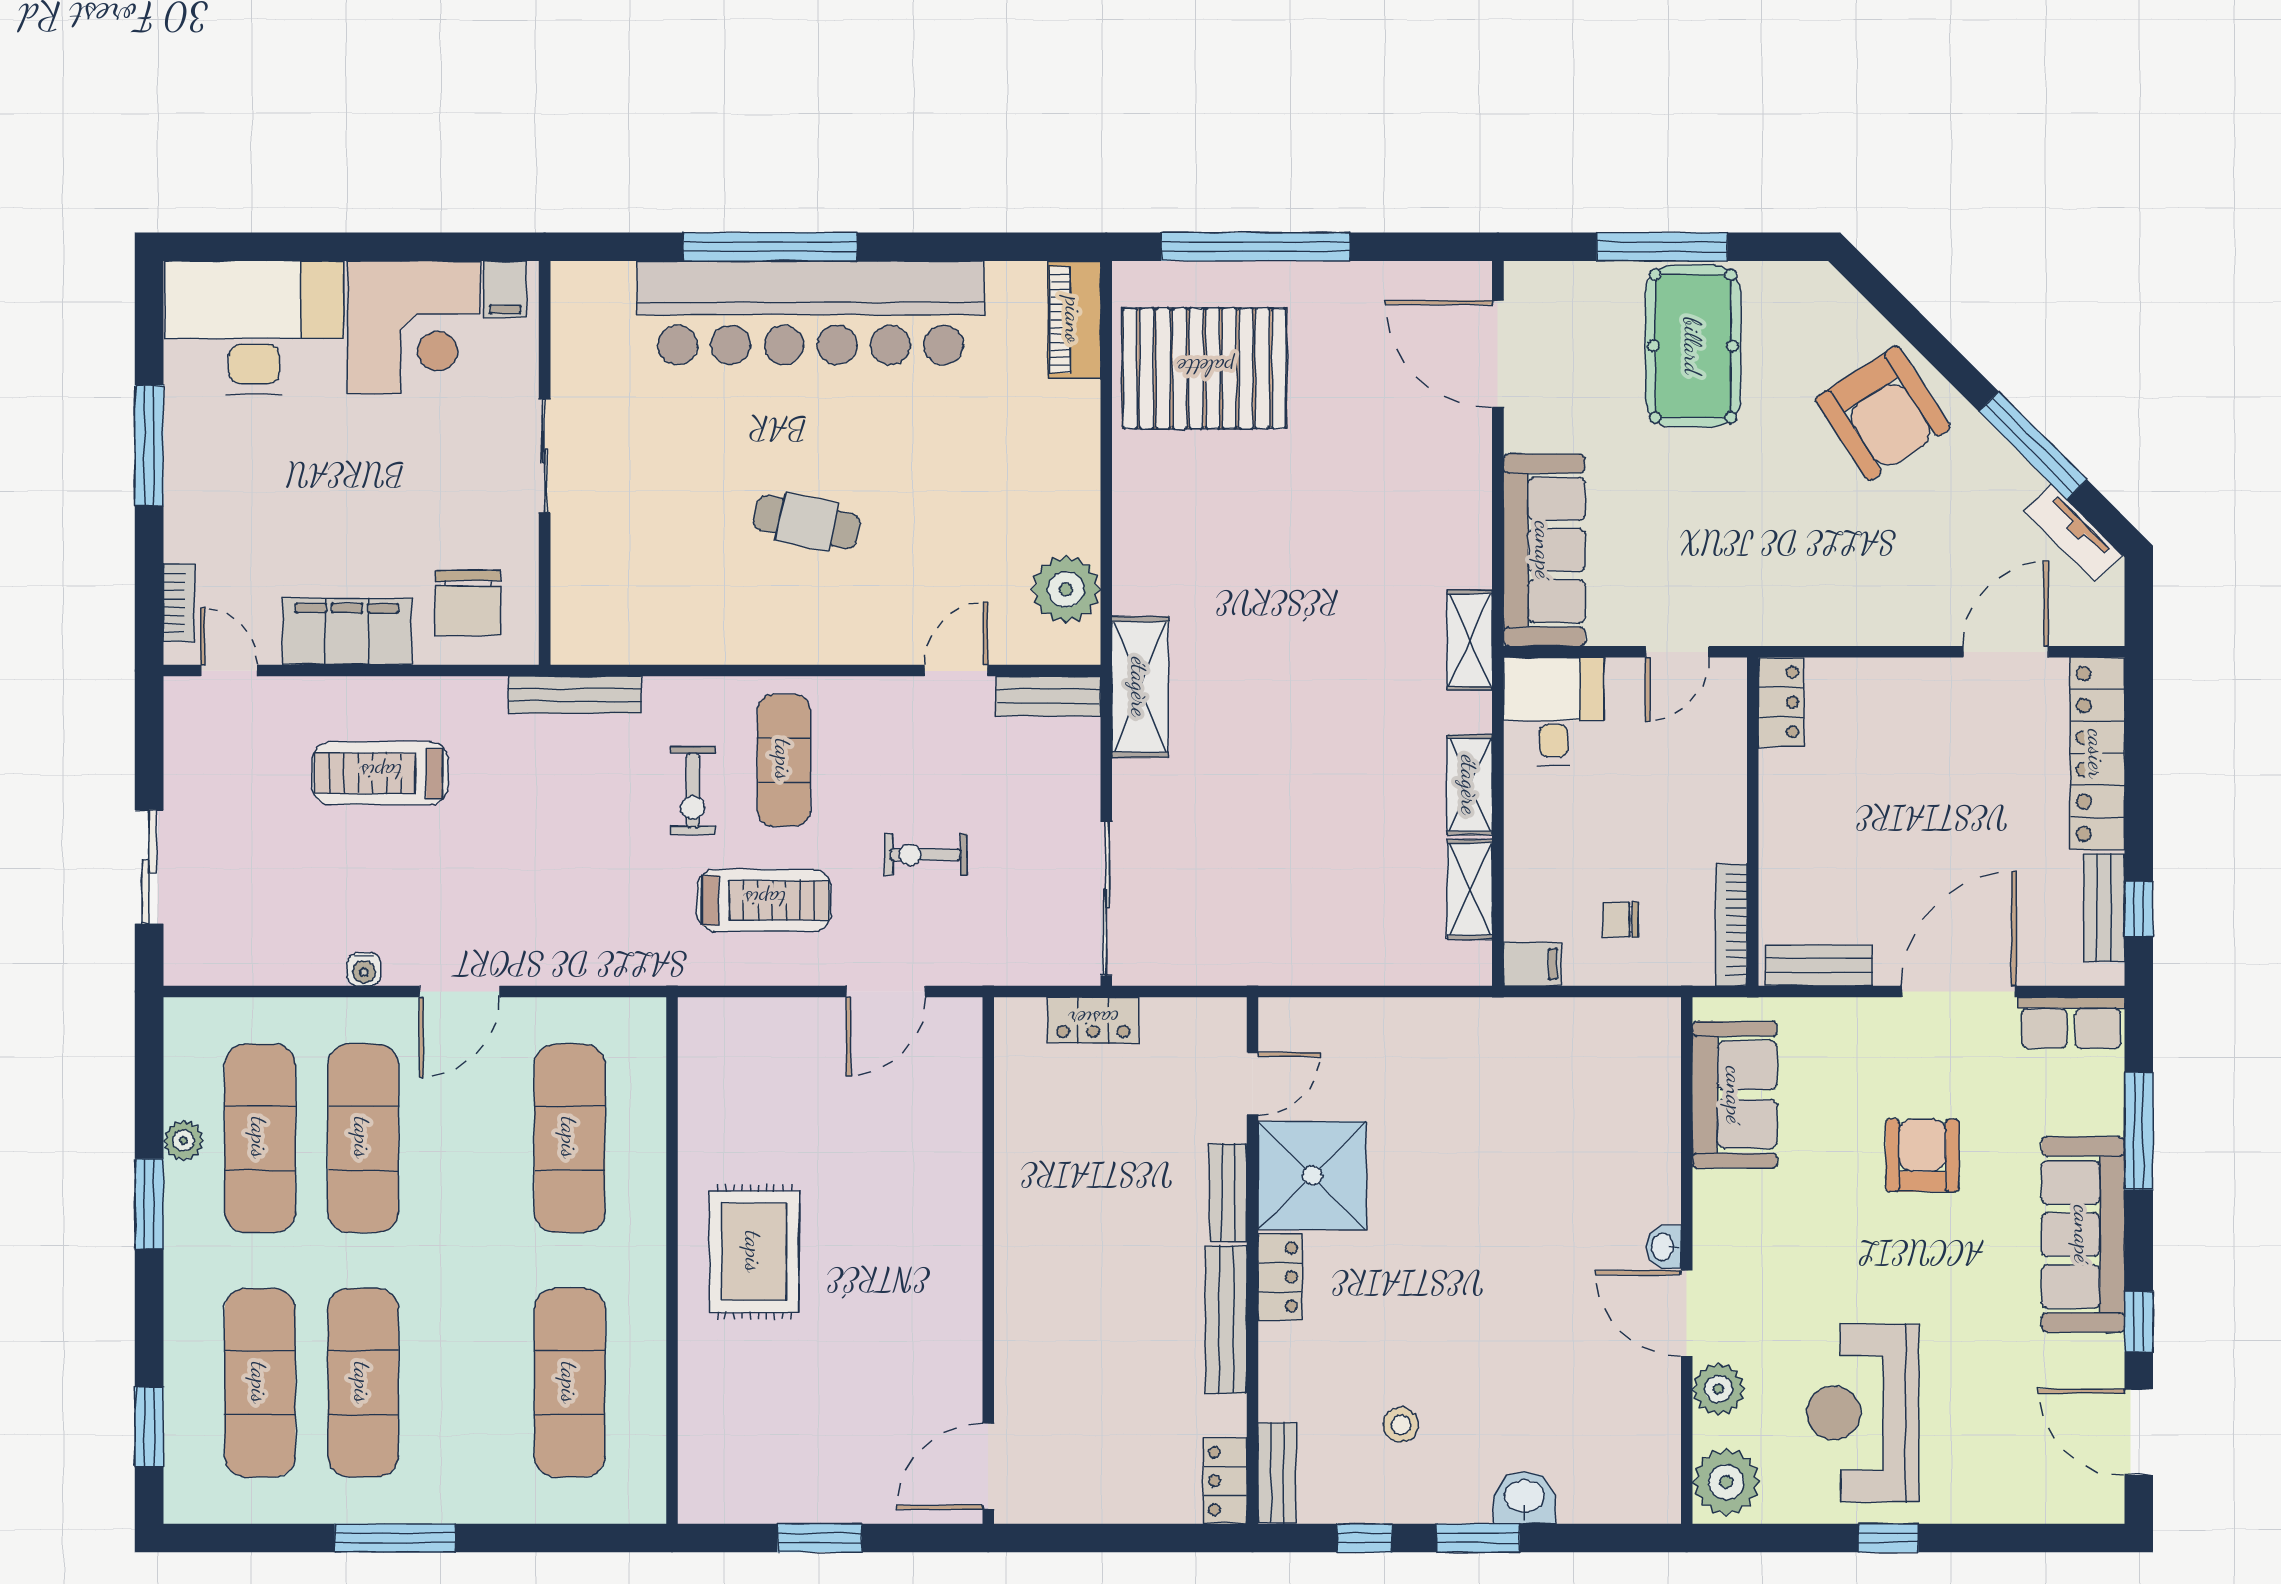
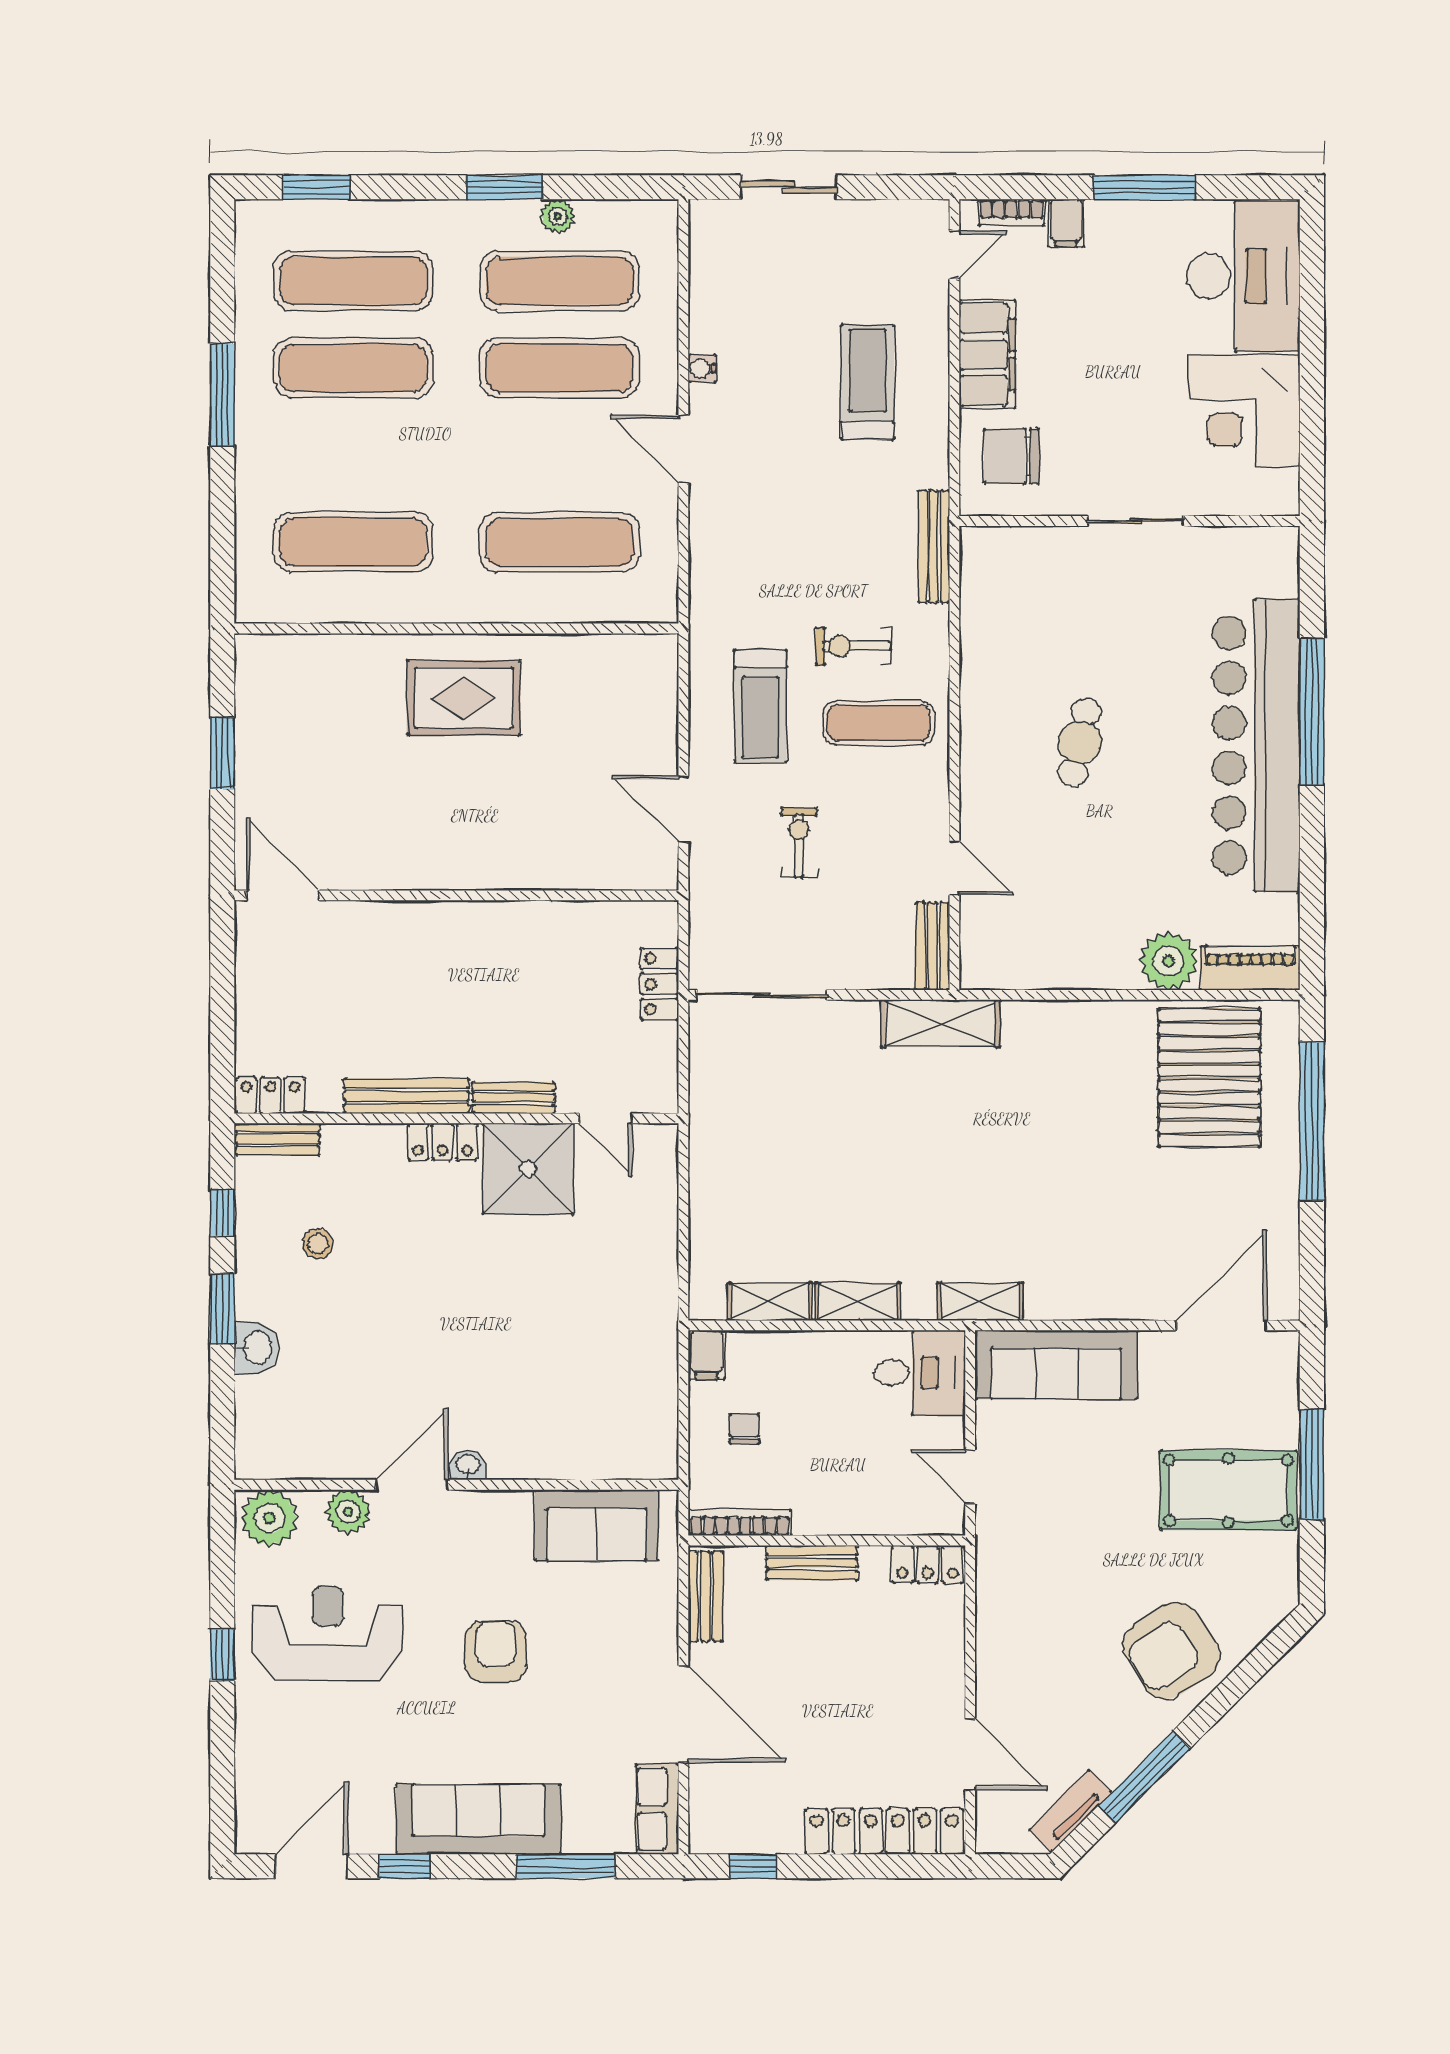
filing cabinet: (505, 289) -> (1066, 223), moved, turned -90
plant: (1066, 589) -> (1168, 961), moved
bench: (2104, 908) -> (812, 1563), moved
armchair: (1922, 1155) -> (496, 1652), moved, turned -90

